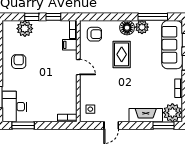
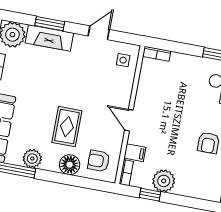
window: (32, 17) -> (179, 200), removed
floor lamp: (127, 28) -> (70, 165), moved
plant: (25, 29) -> (164, 181), moved
window: (164, 125) -> (50, 24), moved

